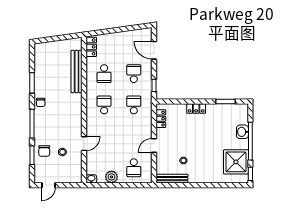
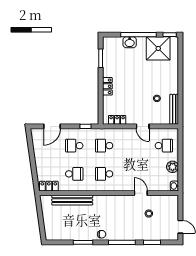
chair: (44, 151) -> (148, 231), removed

